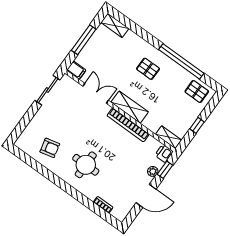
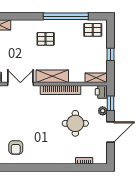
armchair: (50, 148) -> (16, 148), turned 103
round table: (86, 165) -> (75, 123), moved

